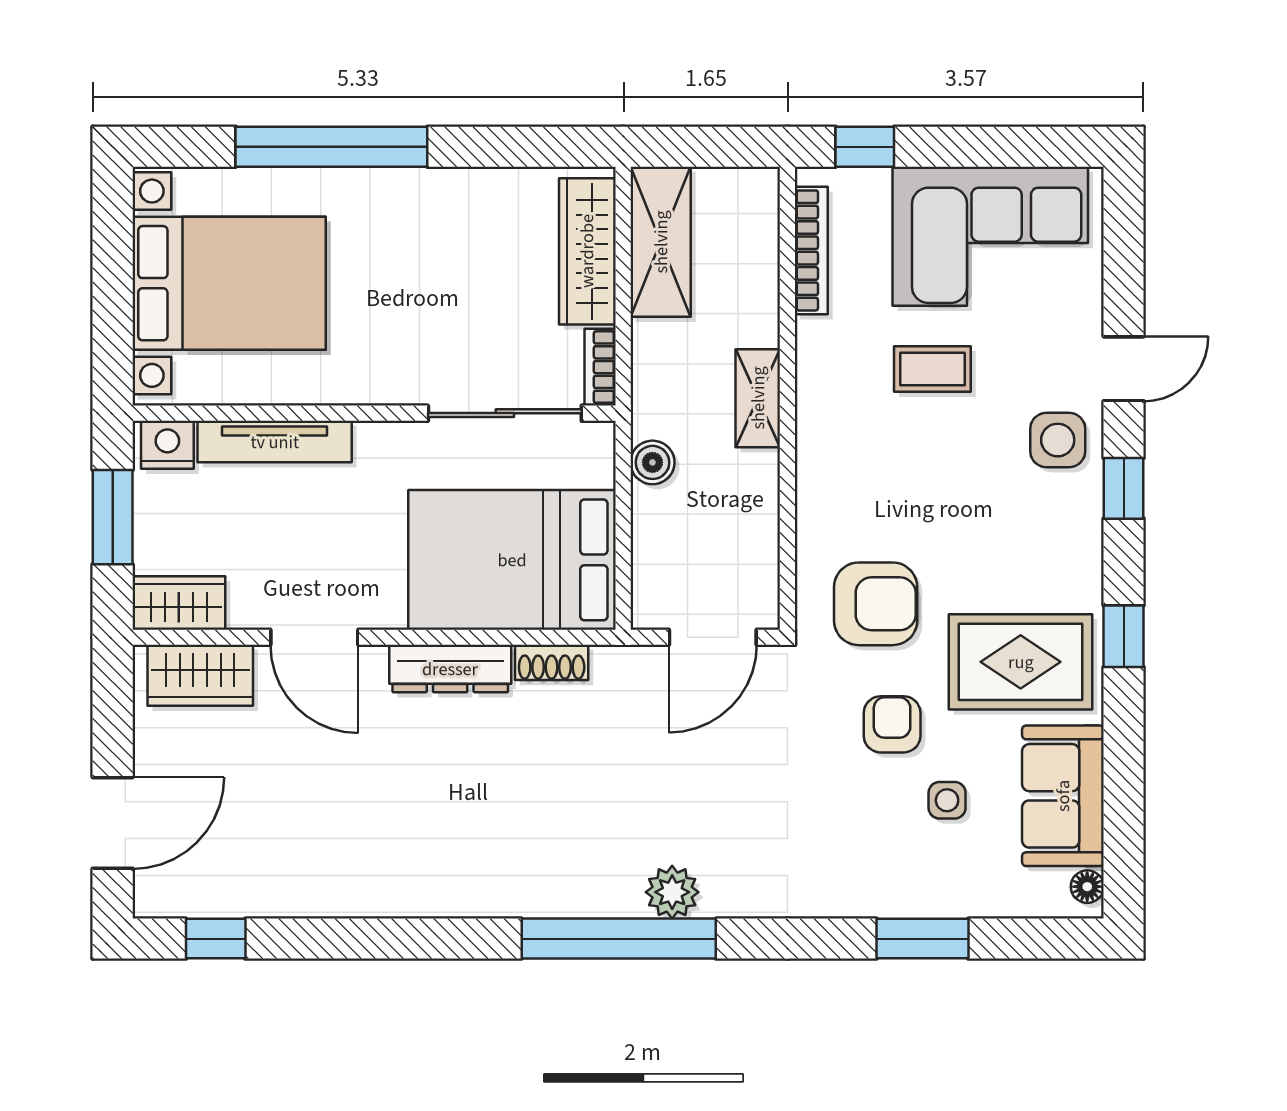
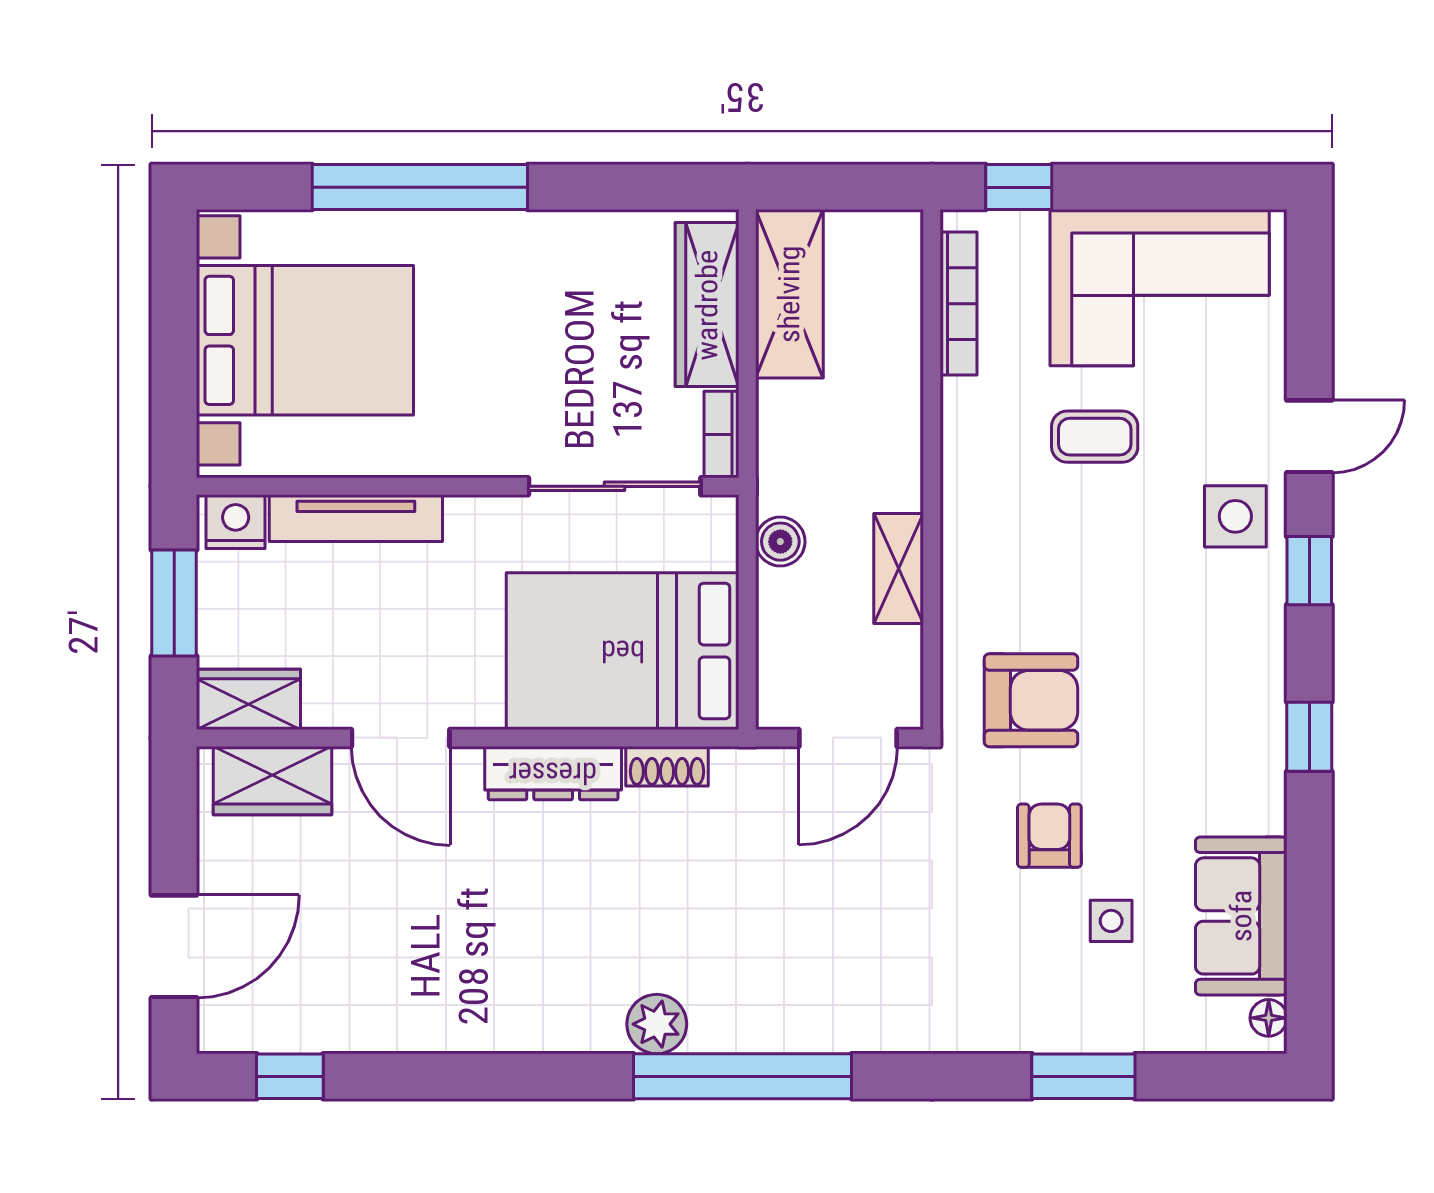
shelving: (758, 398) -> (899, 568), moved
rug: (1021, 662) -> (1194, 766), removed
plant: (672, 892) -> (657, 1024), moved

